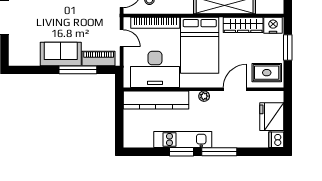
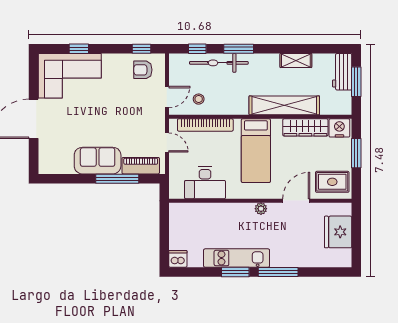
bed: (200, 45) -> (256, 151), width x0.67
desk: (155, 69) -> (205, 183), width x0.73, depth x0.77
kitchen counter: (156, 100) -> (206, 213), removed
dishwasher: (276, 140) -> (178, 259), moved, turned 90

